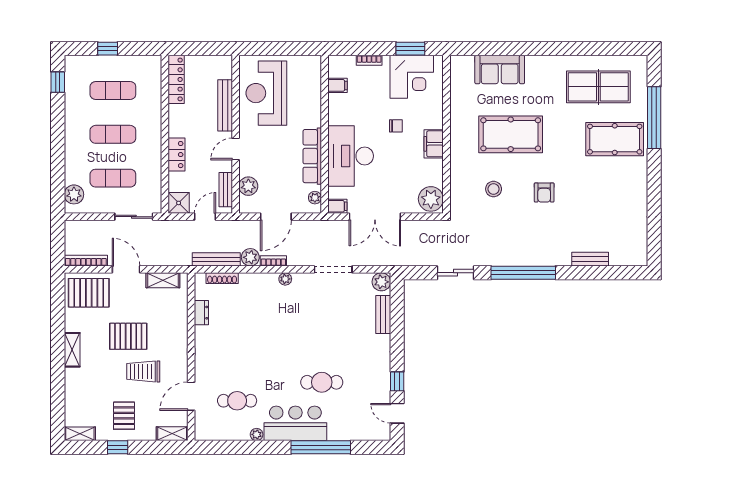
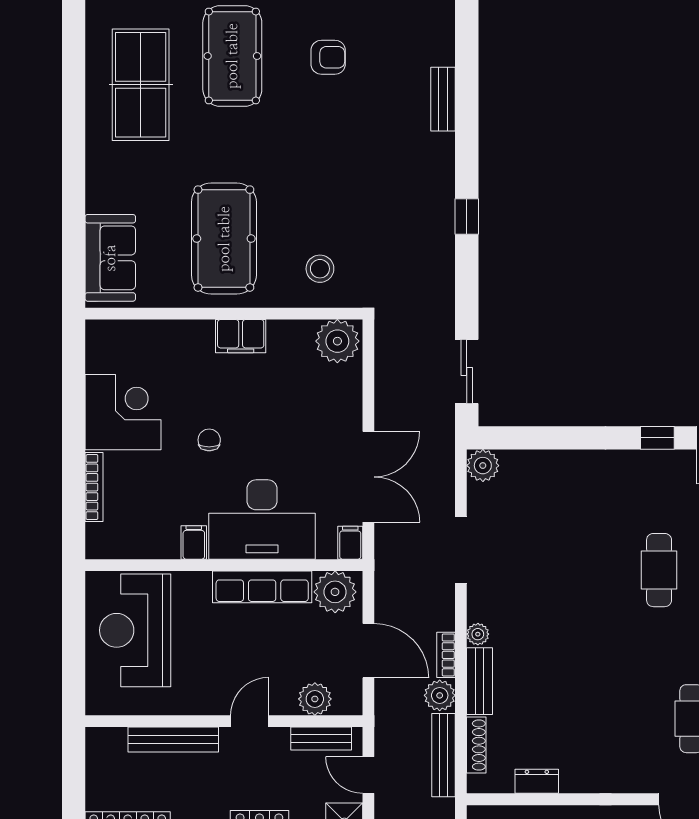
window: (410, 49) -> (74, 414), removed
bookcase: (369, 60) -> (94, 487), width x1.56
filing cabinet: (338, 85) -> (194, 542), moved
reception desk: (266, 93) -> (135, 630), moved, turned 90
wall: (447, 134) -> (224, 314), moved
filing cabinet: (434, 144) -> (241, 336), moved
door: (236, 149) -> (250, 721), swing flipped
armchair: (544, 192) -> (328, 57), moved
plant: (315, 198) -> (335, 592), width x1.88, depth x1.88
plant: (431, 199) -> (337, 341), moved
sliding door: (455, 273) -> (467, 372), moved
window: (523, 273) -> (467, 217), width x0.32
bench: (383, 315) -> (480, 681), moved, turned 90

